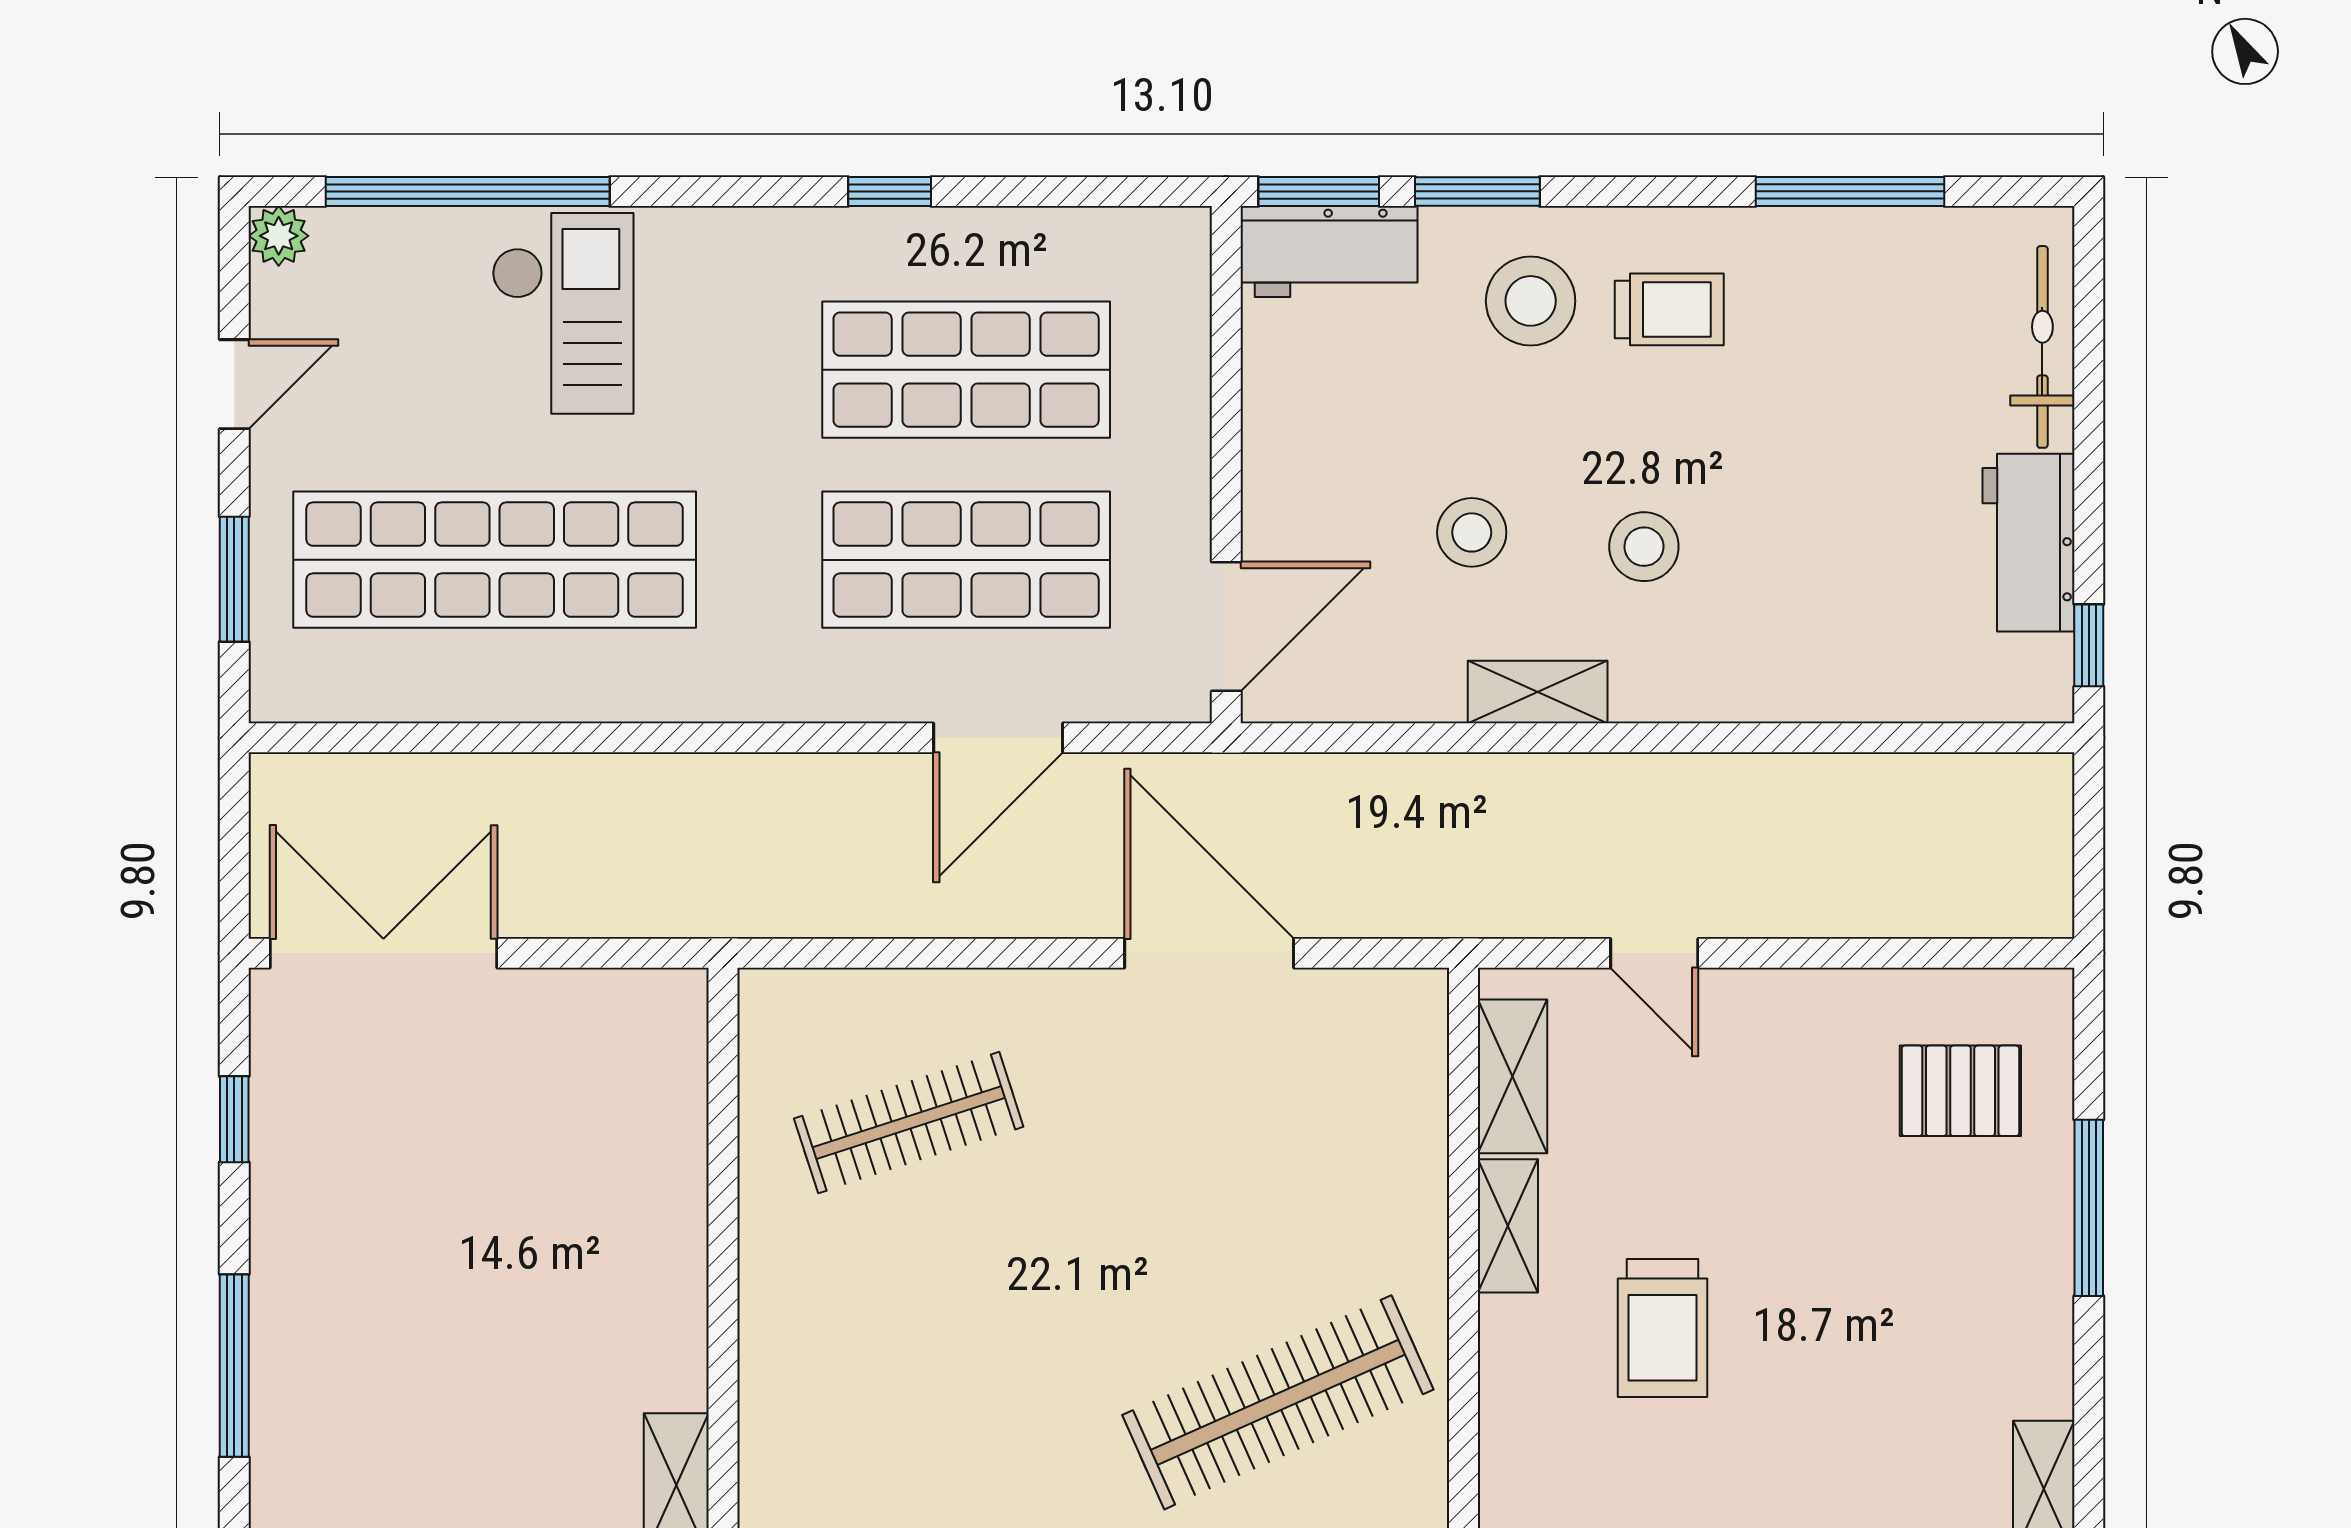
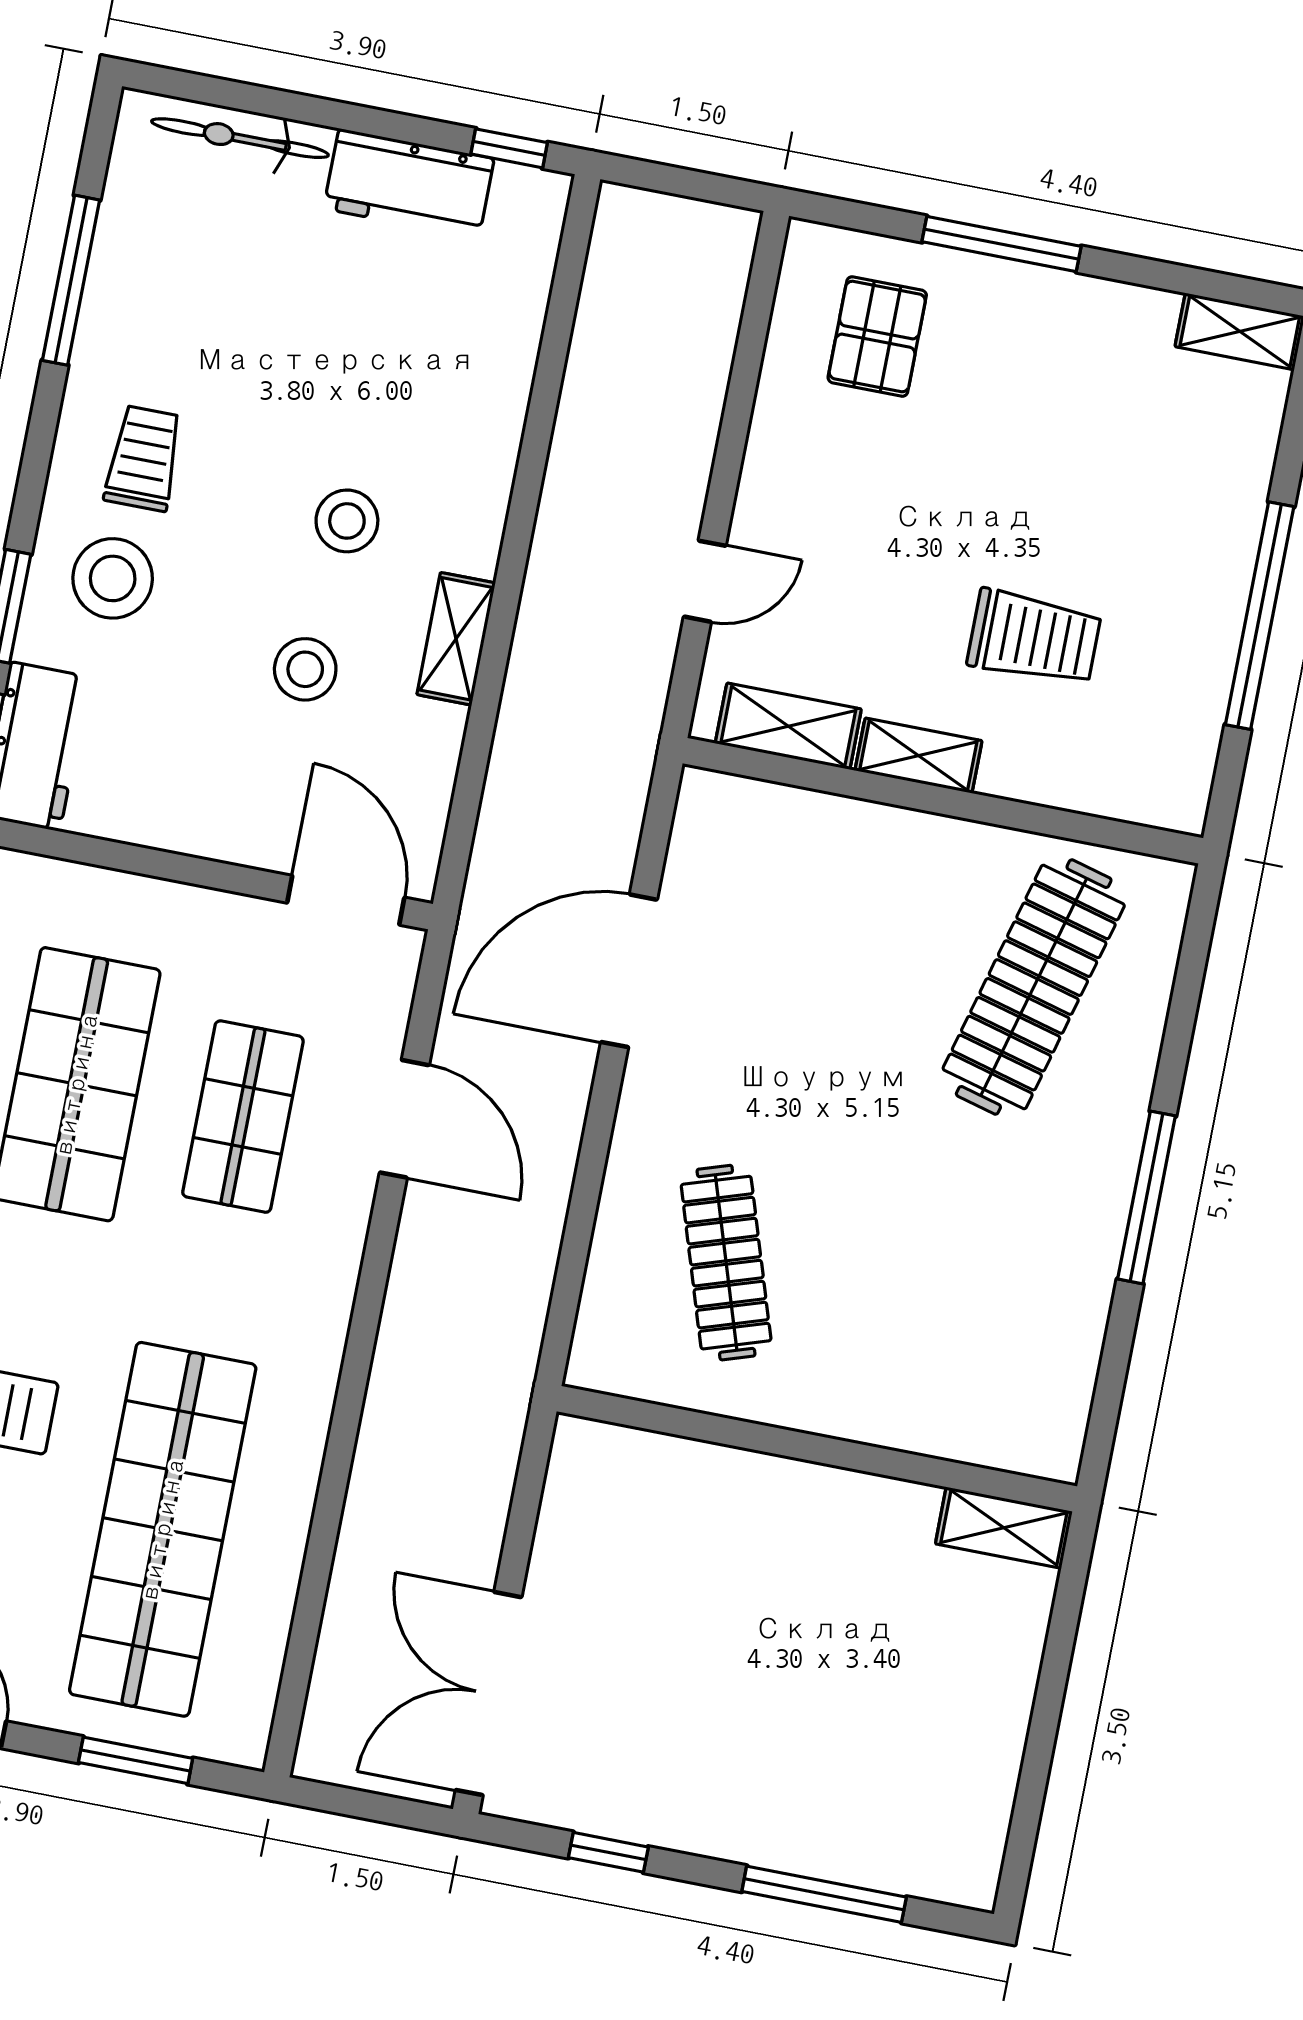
shop shelf: (966, 560) -> (243, 1117), width x0.70, depth x0.74
clothes rail: (1278, 1402) -> (1034, 987), turned 39

